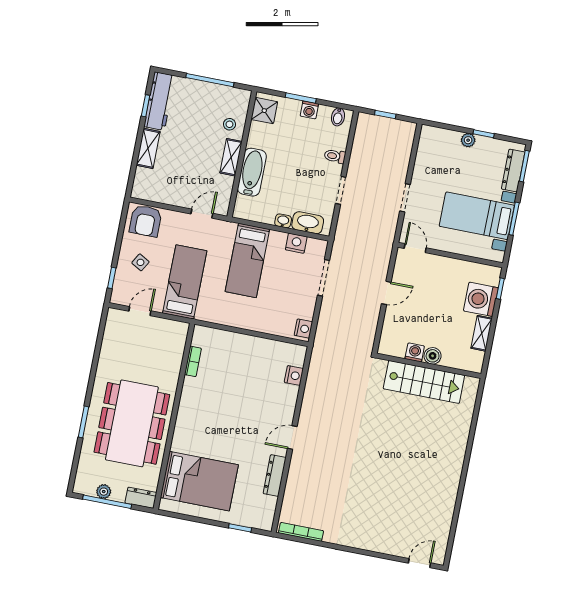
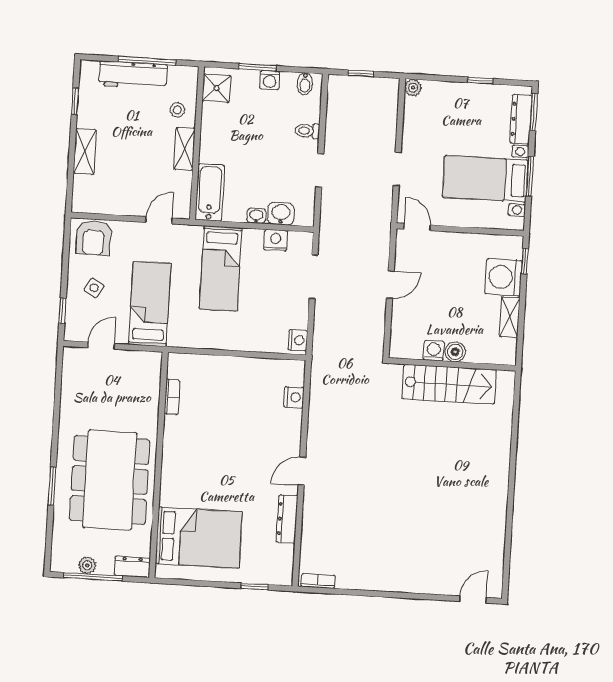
workbench: (159, 101) -> (133, 75), moved, turned 90
plant: (468, 140) -> (413, 88), moved
bathtub: (252, 172) -> (210, 192), moved
washbasin: (308, 223) -> (281, 214), width x0.72
bookcase: (301, 532) -> (318, 581), width x0.64

